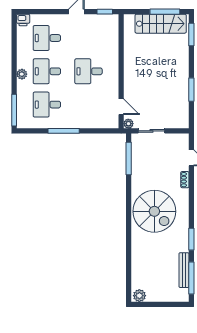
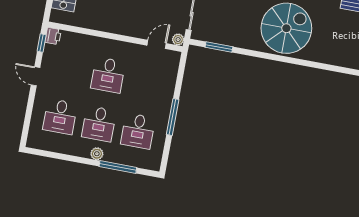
printer: (23, 20) -> (53, 36), moved
window: (14, 110) -> (118, 167), moved
window: (129, 158) -> (219, 47), width x0.69

